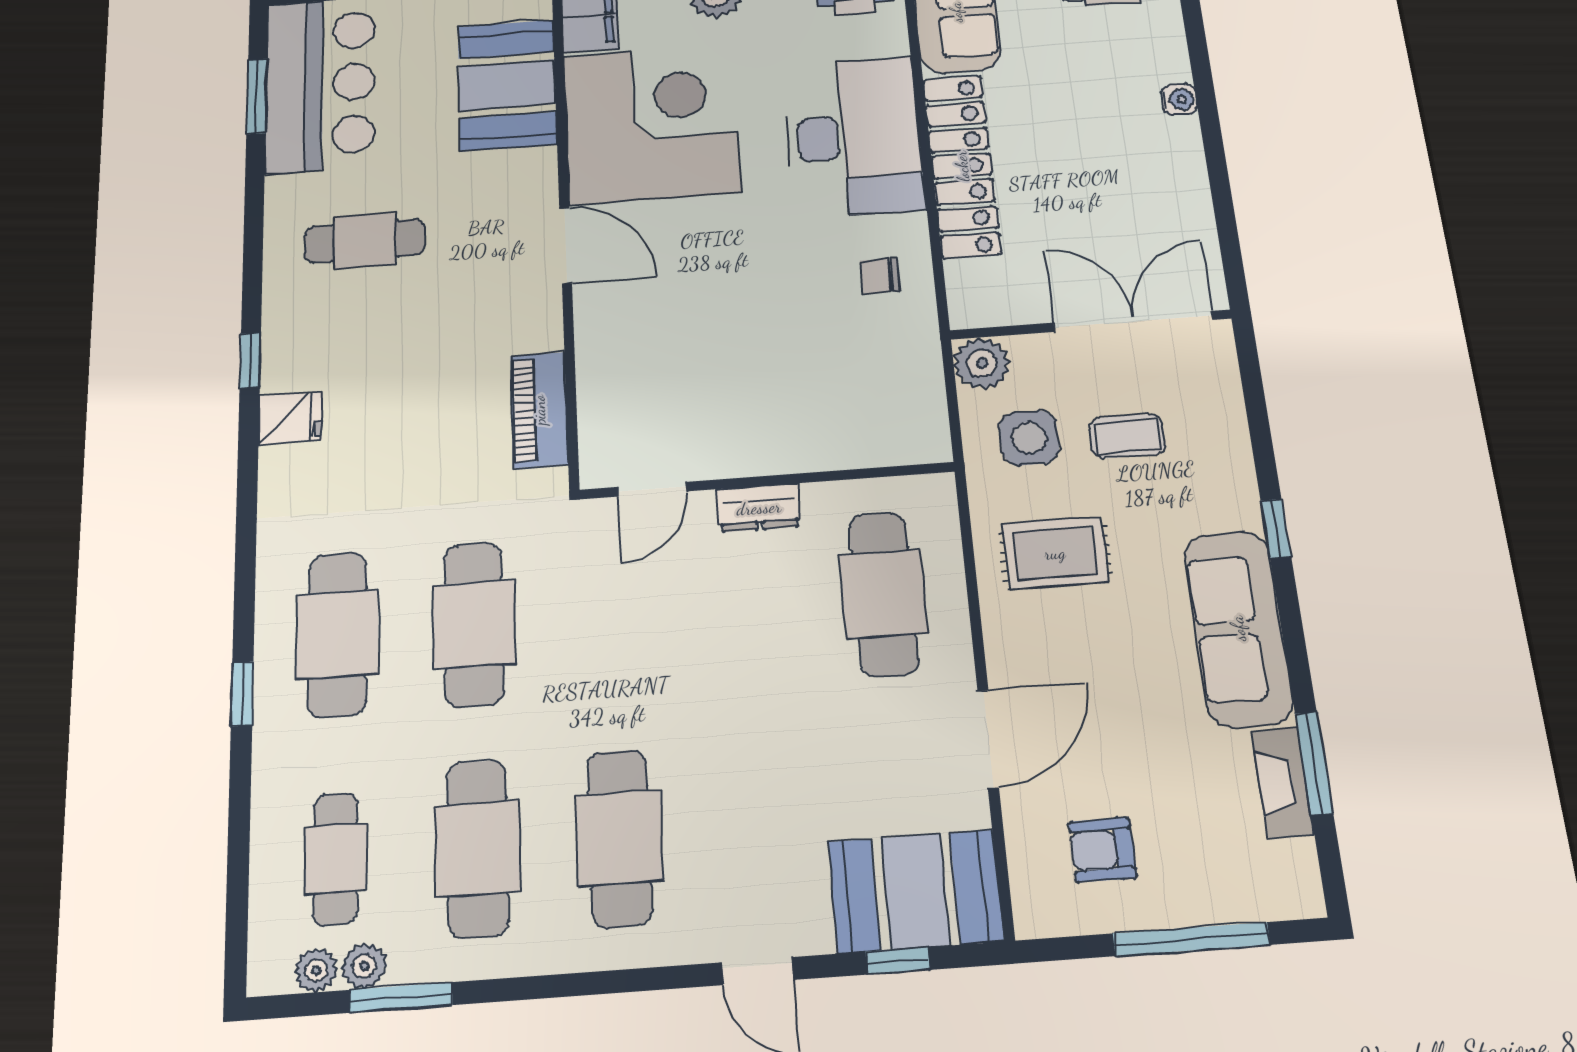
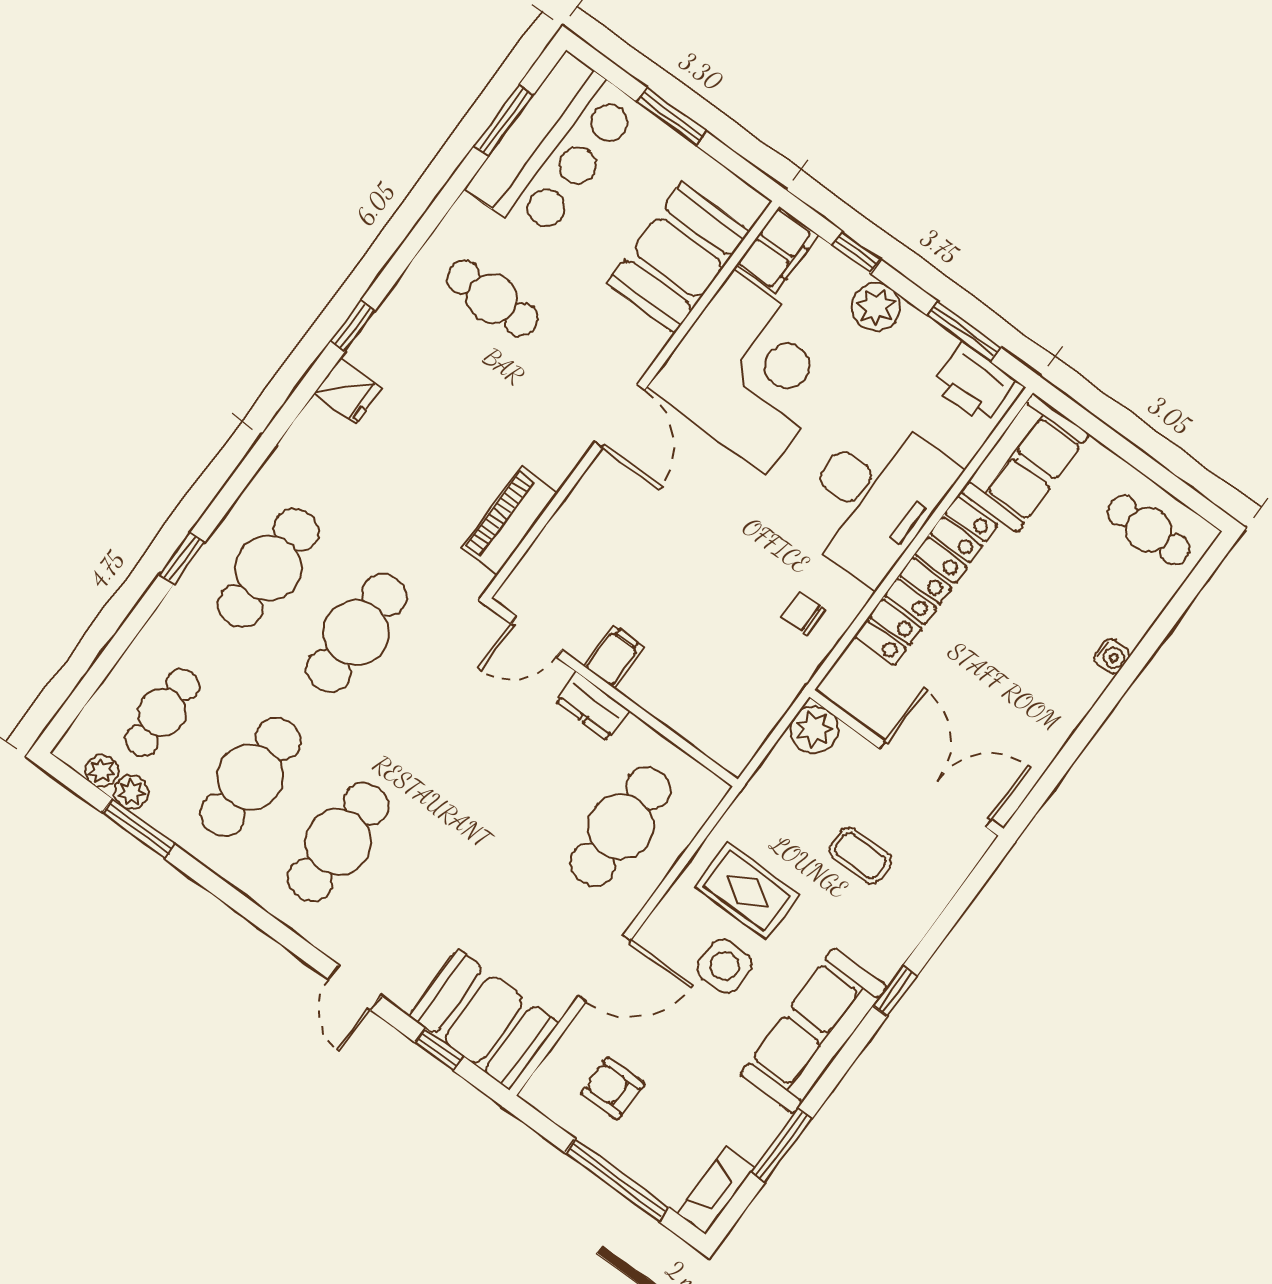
side table: (1029, 438) -> (725, 966), moved
filing cabinet: (740, 449) -> (614, 657), added
fireplace: (1283, 783) -> (716, 1191), moved

